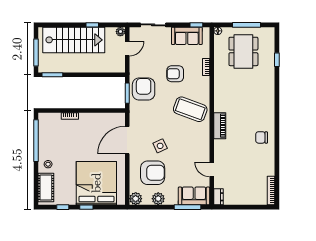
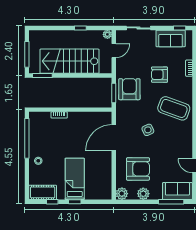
stairs: (74, 40) -> (69, 61), moved, turned 180
side table: (160, 146) -> (148, 130), moved
bed: (96, 183) -> (75, 179), width x0.49
cot: (46, 187) -> (43, 192), moved, turned 90

